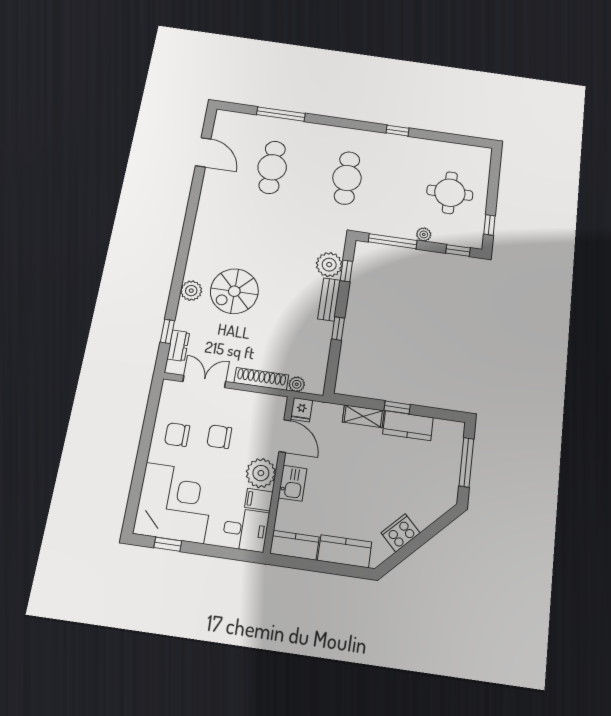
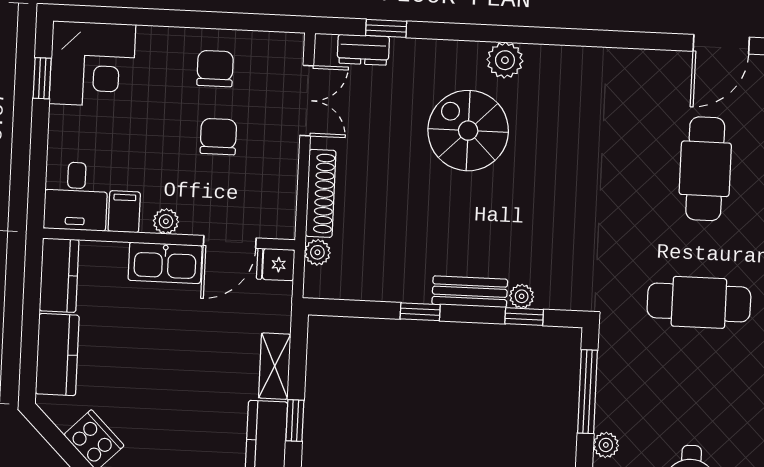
cafe table: (272, 167) -> (705, 169), turned 90
plant: (329, 265) -> (522, 296), width x0.53, depth x0.53
plant: (191, 291) -> (505, 60), moved
plant: (261, 473) -> (166, 221), width x0.53, depth x0.53
kitchen sink: (293, 483) -> (165, 263), width x1.38
corner desk: (175, 503) -> (92, 64), width x0.74, depth x0.74

